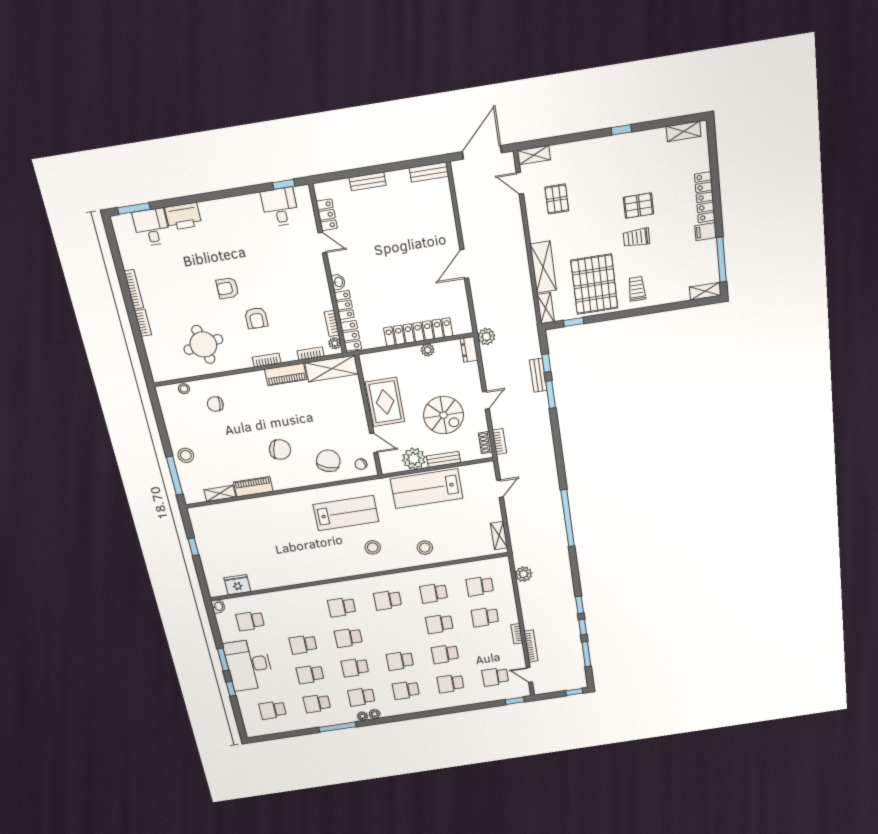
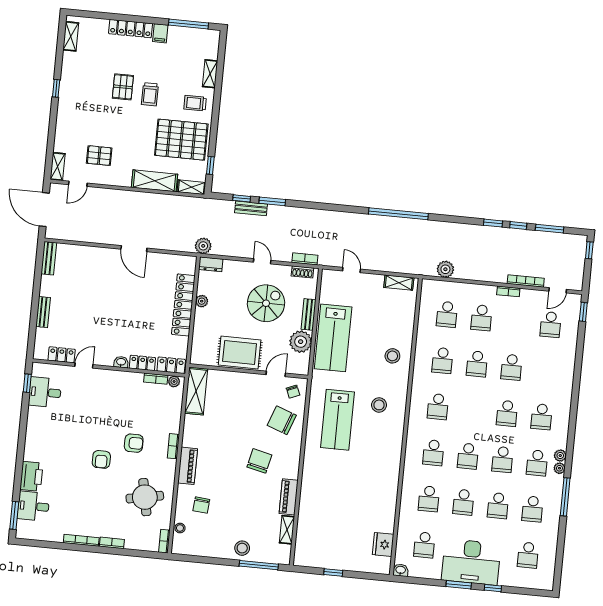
shelving: (705, 291) -> (210, 74), moved
bookcase: (311, 353) -> (164, 541), moved
piano: (286, 374) -> (188, 466), moved
lab bench: (346, 513) -> (337, 420), turned 180
school desk: (451, 683) -> (429, 499), moved

